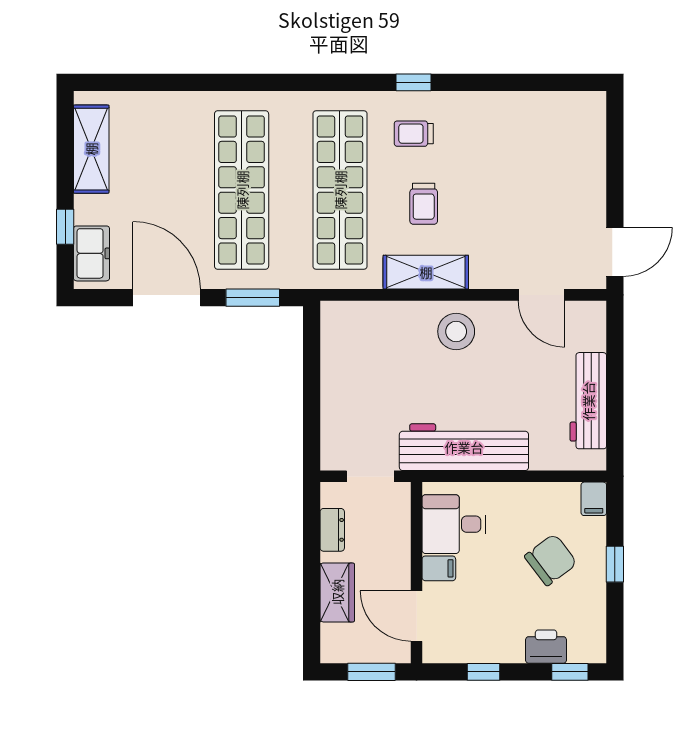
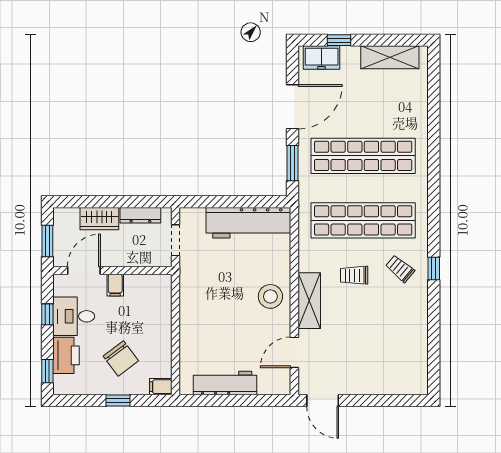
trolley: (414, 134) -> (400, 269), turned -50
shelving: (426, 272) -> (309, 301), moved
workbench: (464, 447) -> (248, 223), moved, turned 90
desk: (454, 524) -> (74, 316), moved, turned -90
dresser: (332, 530) -> (140, 215), width x1.44
printer: (546, 647) -> (66, 355), width x1.37, depth x1.19

